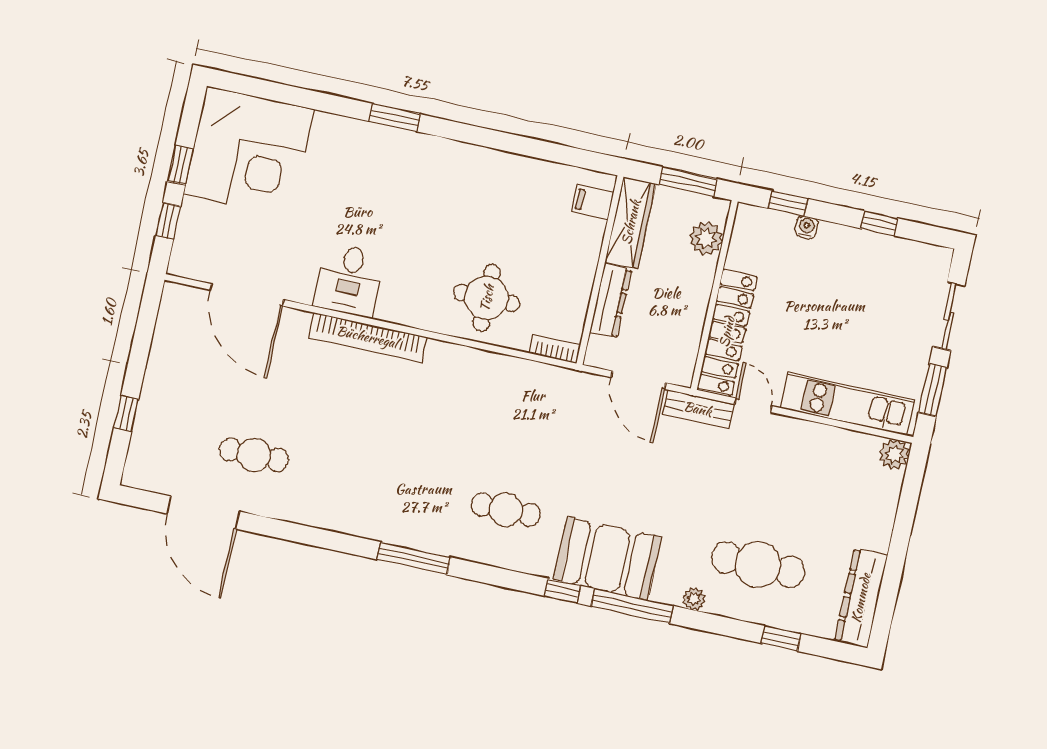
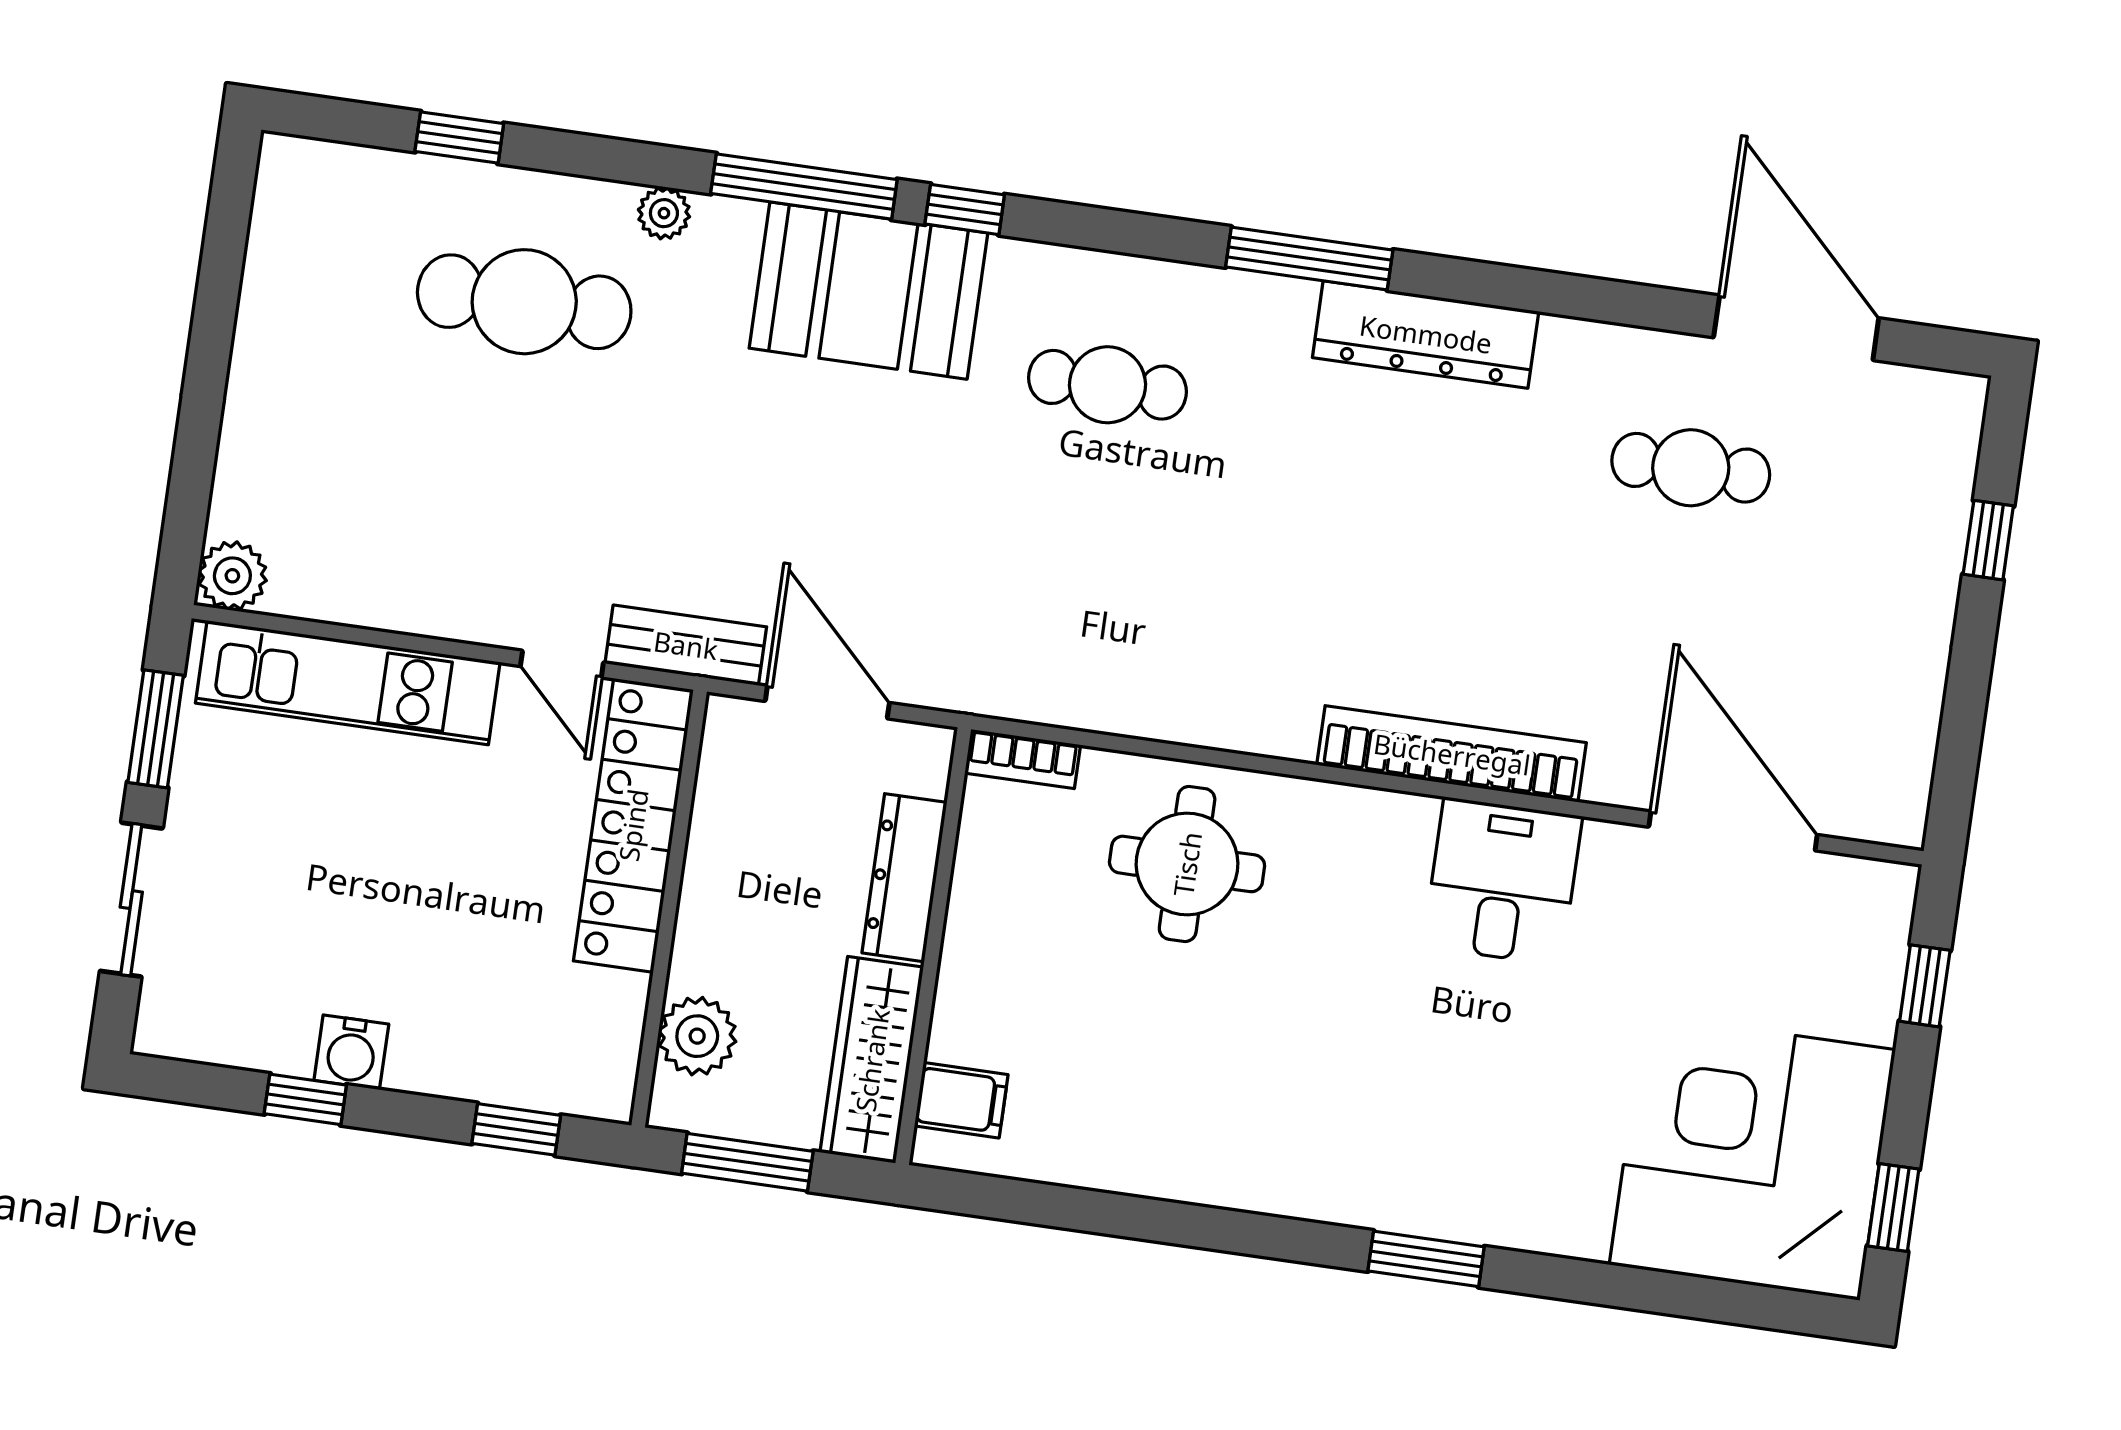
window: (180, 165) -> (1893, 1208), moved
water cooler: (807, 227) -> (351, 1052), moved, width x1.38, depth x1.38
dresser: (861, 598) -> (1426, 334), moved, turned 90

